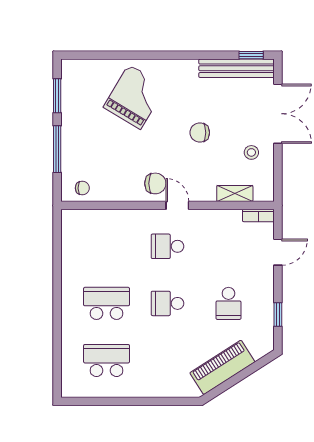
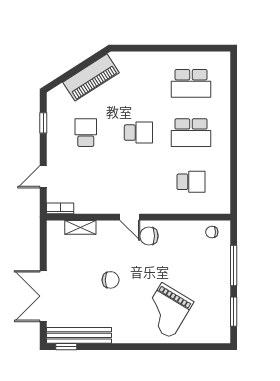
stool: (251, 152) -> (66, 263), removed
school desk: (167, 246) -> (191, 182), moved

